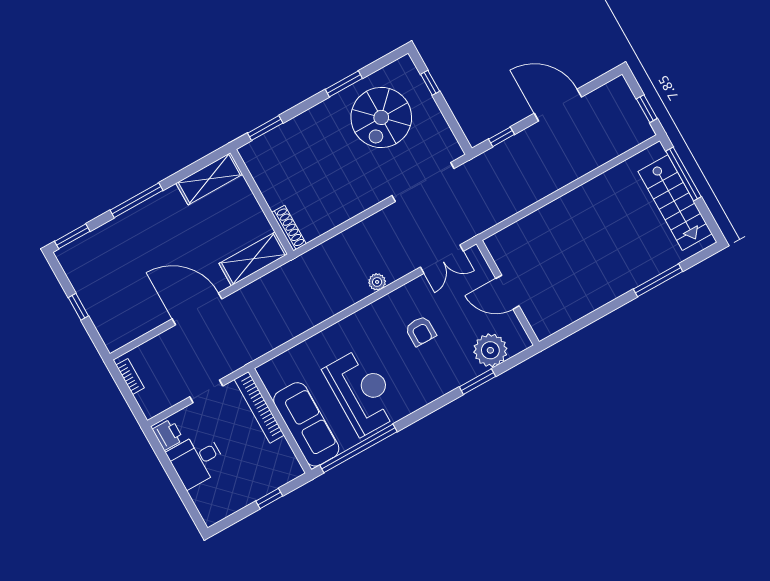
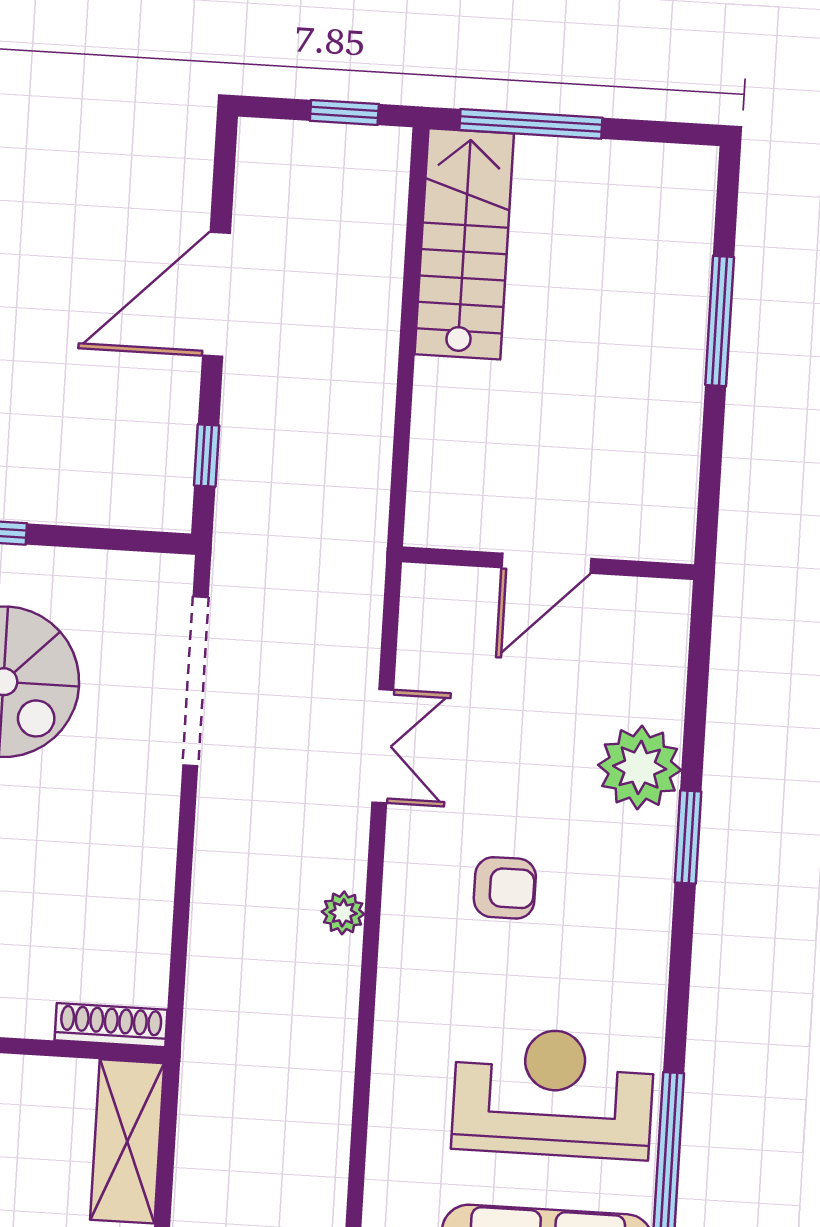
stairs: (675, 203) -> (464, 244), moved, turned -90
door: (507, 292) -> (546, 563), moved
wall: (508, 293) -> (548, 563), moved

